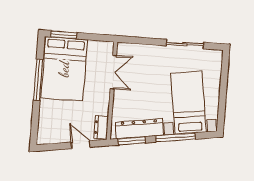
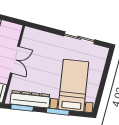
double door: (113, 72) -> (15, 60), moved
window: (175, 137) -> (58, 112), width x0.69

